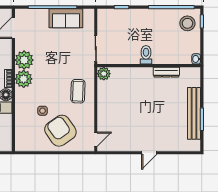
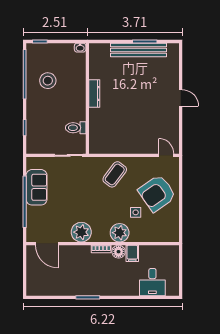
stool: (187, 23) -> (48, 81), moved
toilet: (146, 55) -> (76, 128), moved
dresser: (166, 72) -> (94, 94), moved
plant: (104, 74) -> (96, 147), removed
plant: (24, 79) -> (120, 233), moved
coffee table: (78, 91) -> (115, 174), turned -55

